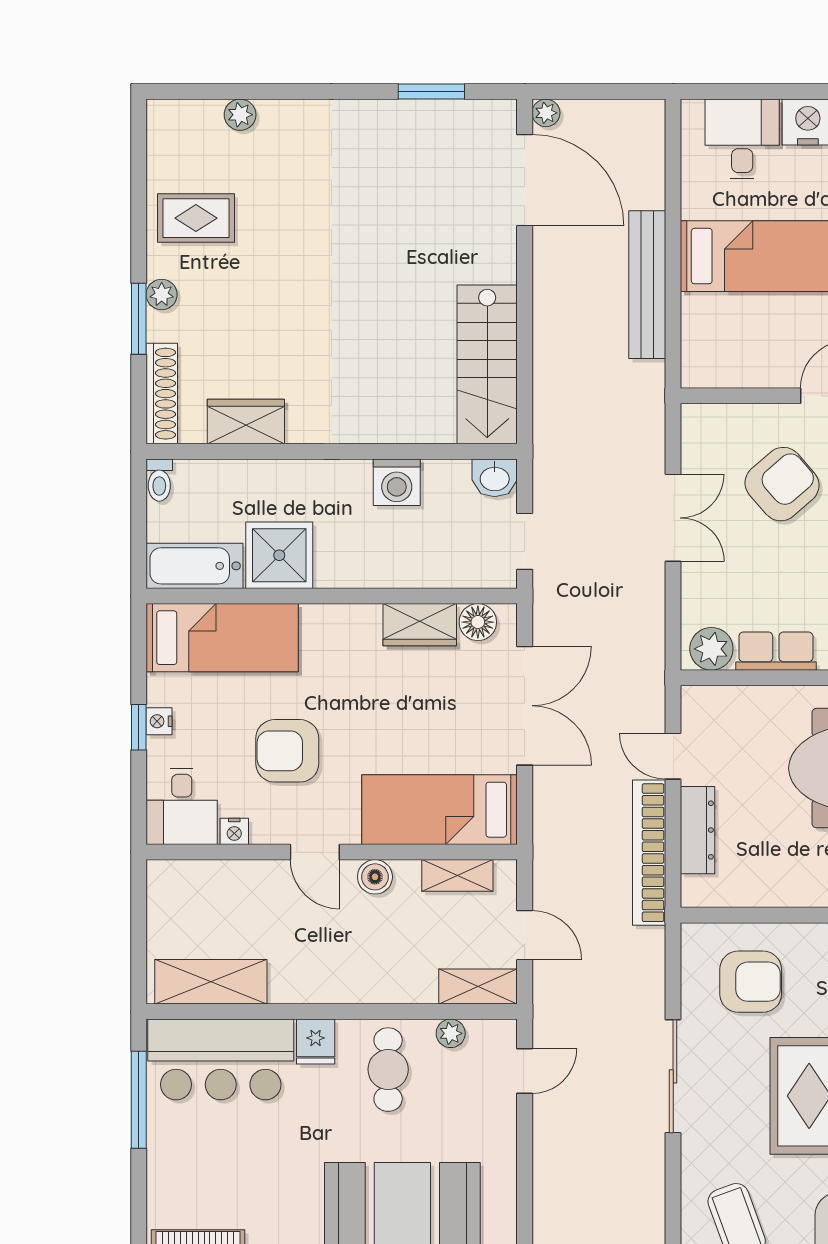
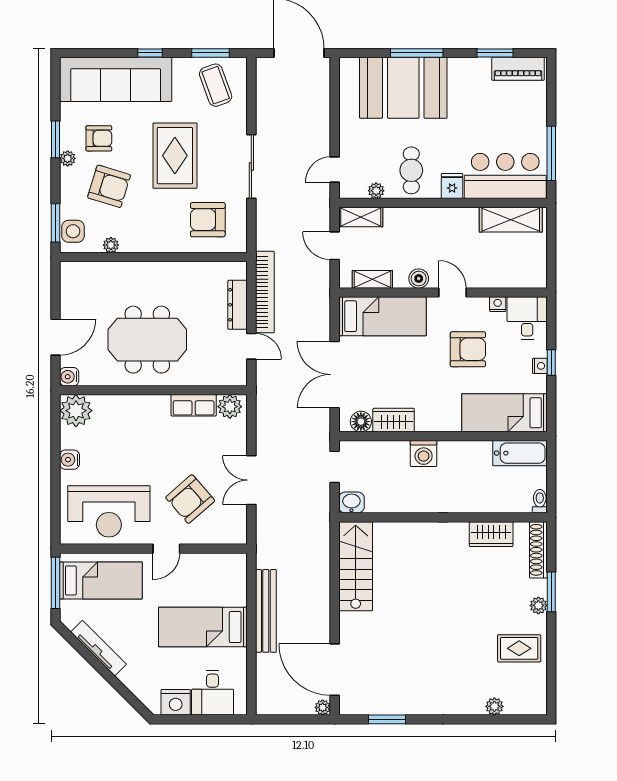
washing machine: (397, 482) -> (424, 453), moved, turned 180
shower: (279, 555) -> (472, 459), removed

